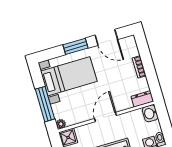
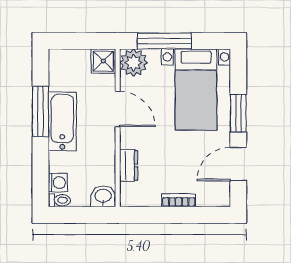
dresser: (142, 99) -> (129, 165), moved
door: (105, 117) -> (118, 109), moved
plant: (61, 124) -> (134, 63), width x1.88, depth x1.88

